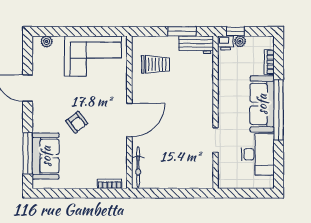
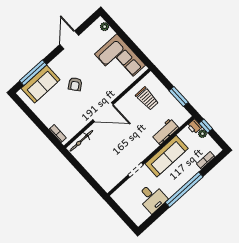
workbench: (196, 45) -> (165, 132), moved, turned 90
sofa: (262, 104) -> (167, 156), moved, turned 180
desk: (258, 154) -> (152, 198), width x0.73

